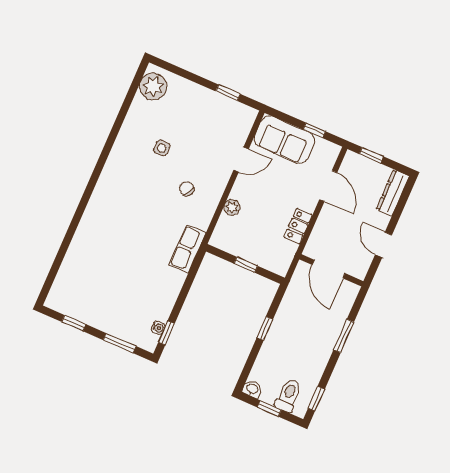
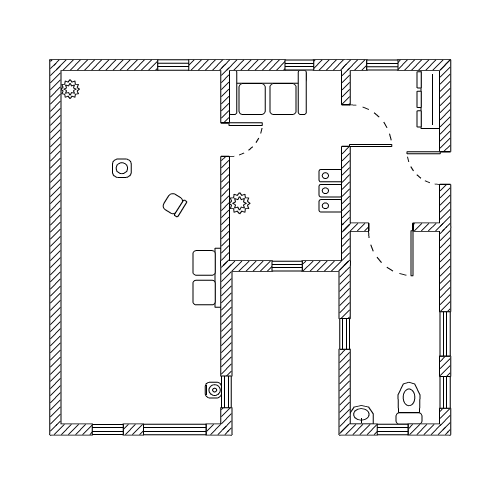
plant: (153, 87) -> (70, 89), width x0.53, depth x0.53
window: (344, 336) -> (445, 334), moved
window: (120, 343) -> (175, 429), width x1.44

